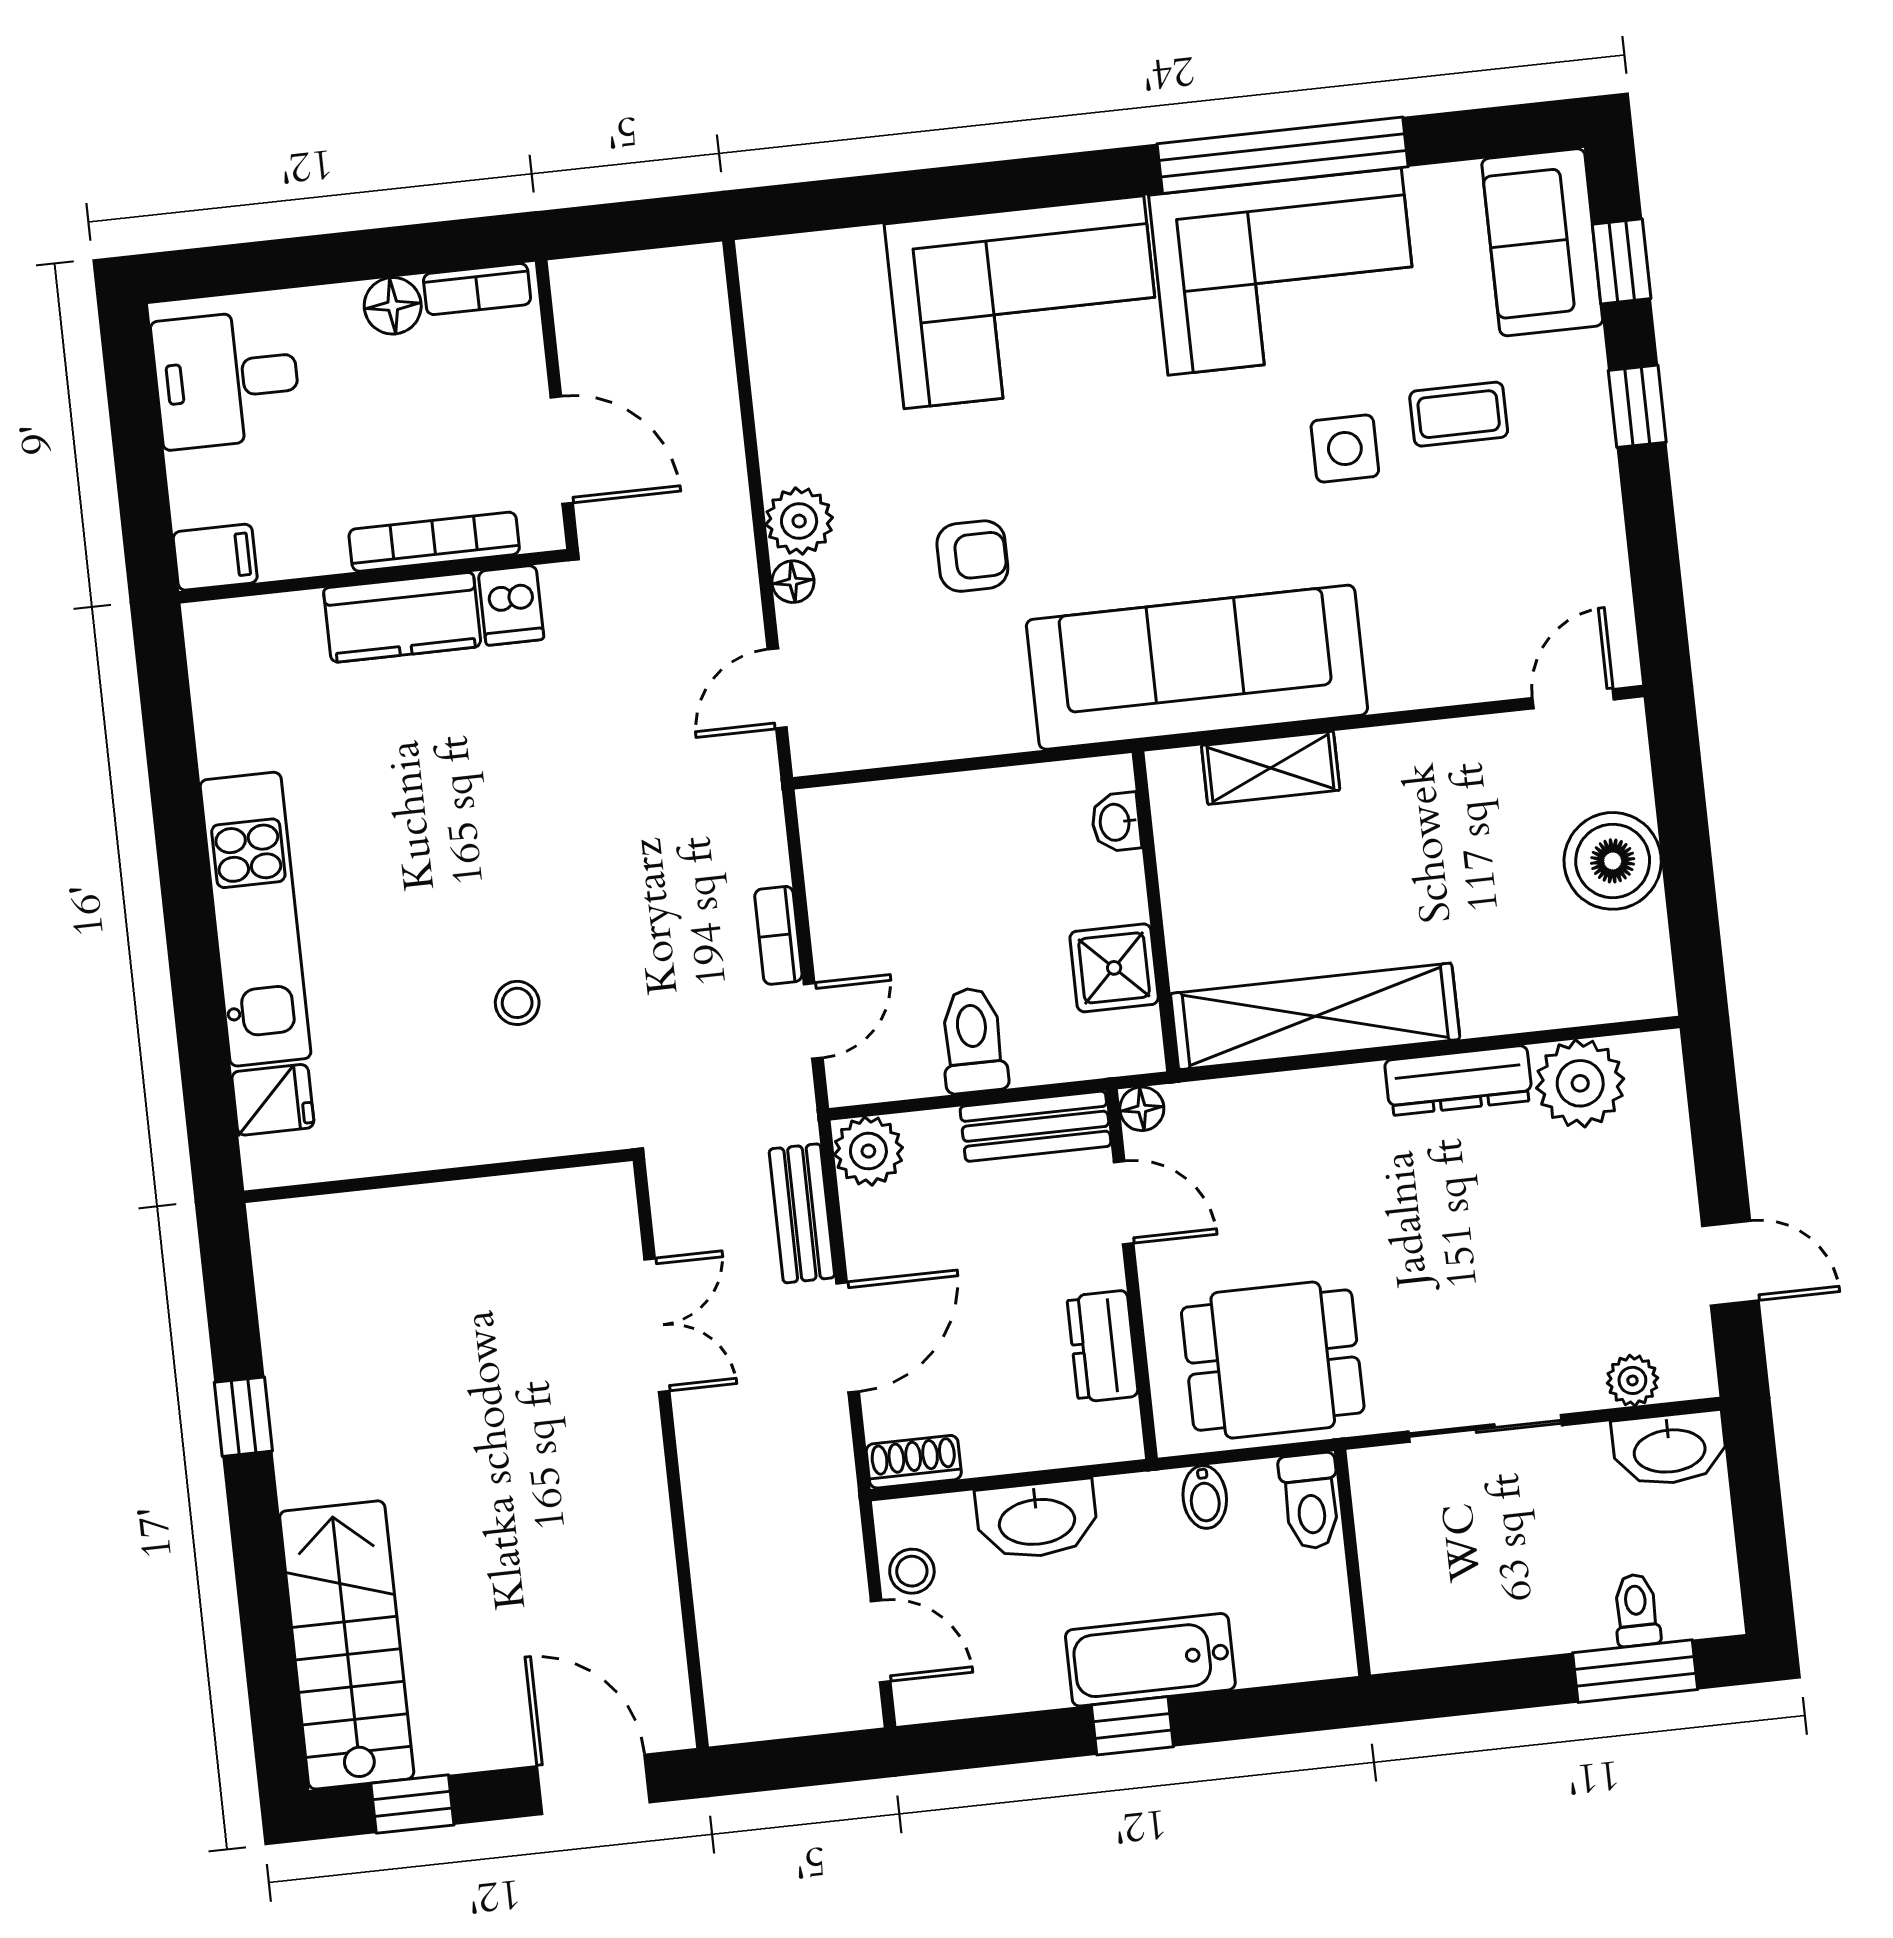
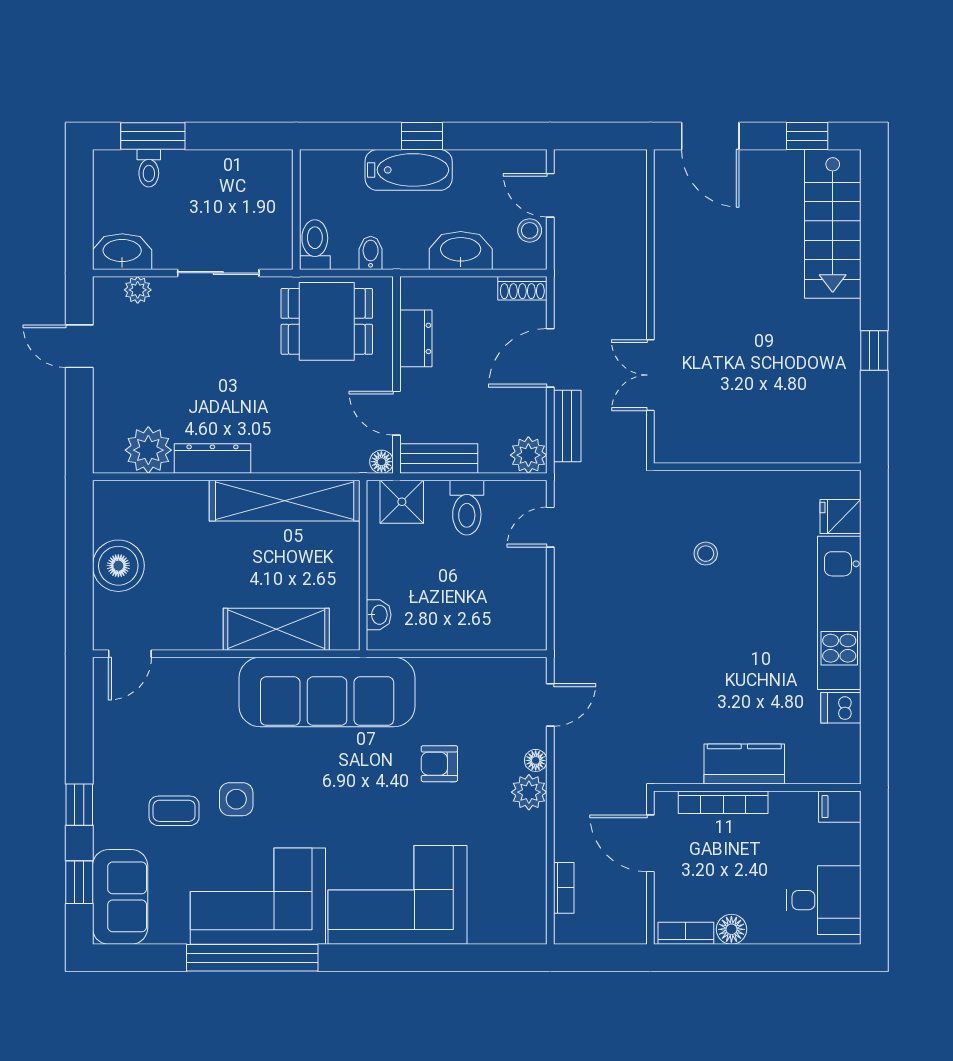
dishwasher: (511, 605) -> (841, 708), moved, turned -90
shelving: (1271, 768) -> (276, 629), width x1.50, depth x1.33
bookcase: (778, 935) -> (564, 888), moved
shower: (1114, 968) -> (402, 502), moved

